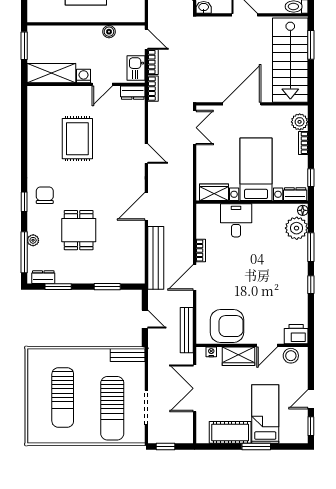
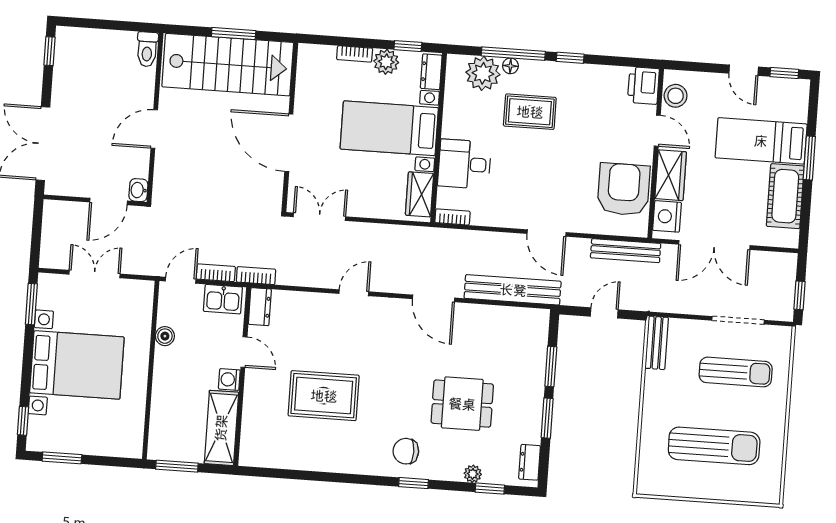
window: (311, 45) -> (234, 34), moved
plant: (300, 122) -> (386, 62), moved
floor lamp: (303, 210) -> (510, 66), moved
window: (311, 247) -> (513, 54), width x1.44
bookcase: (201, 250) -> (452, 217), moved
window: (24, 252) -> (490, 489), width x0.46
rug: (274, 261) -> (530, 112), added
window: (58, 287) -> (547, 418), moved
nightstand: (211, 352) -> (667, 216), width x1.89, depth x1.79
sun lounger: (112, 408) -> (736, 372), width x0.73, depth x0.75

